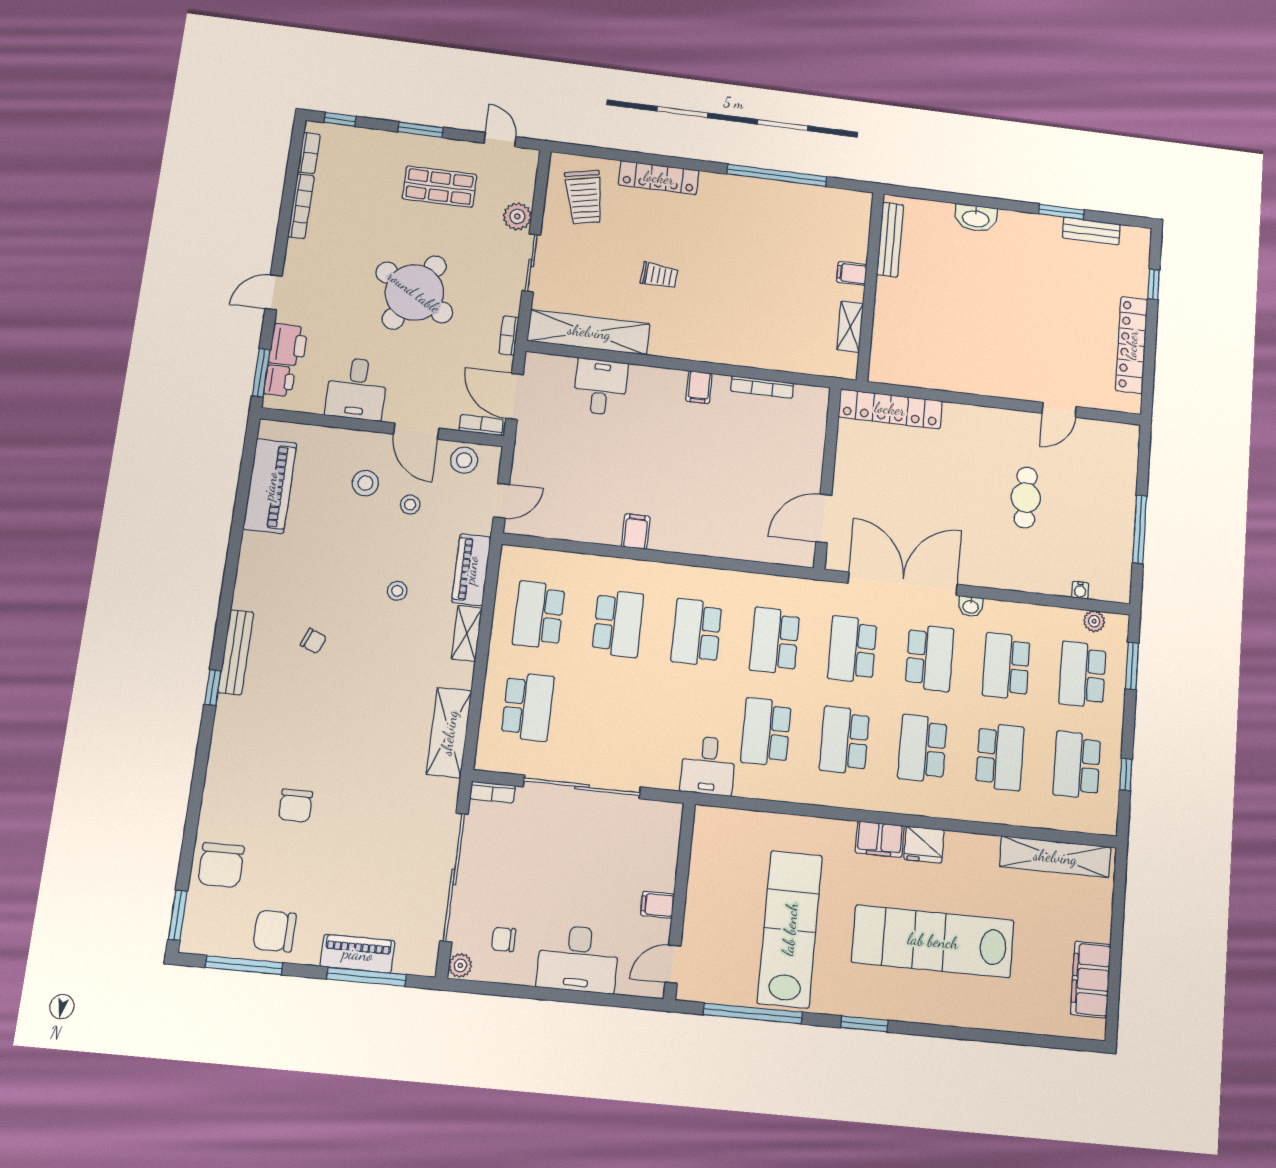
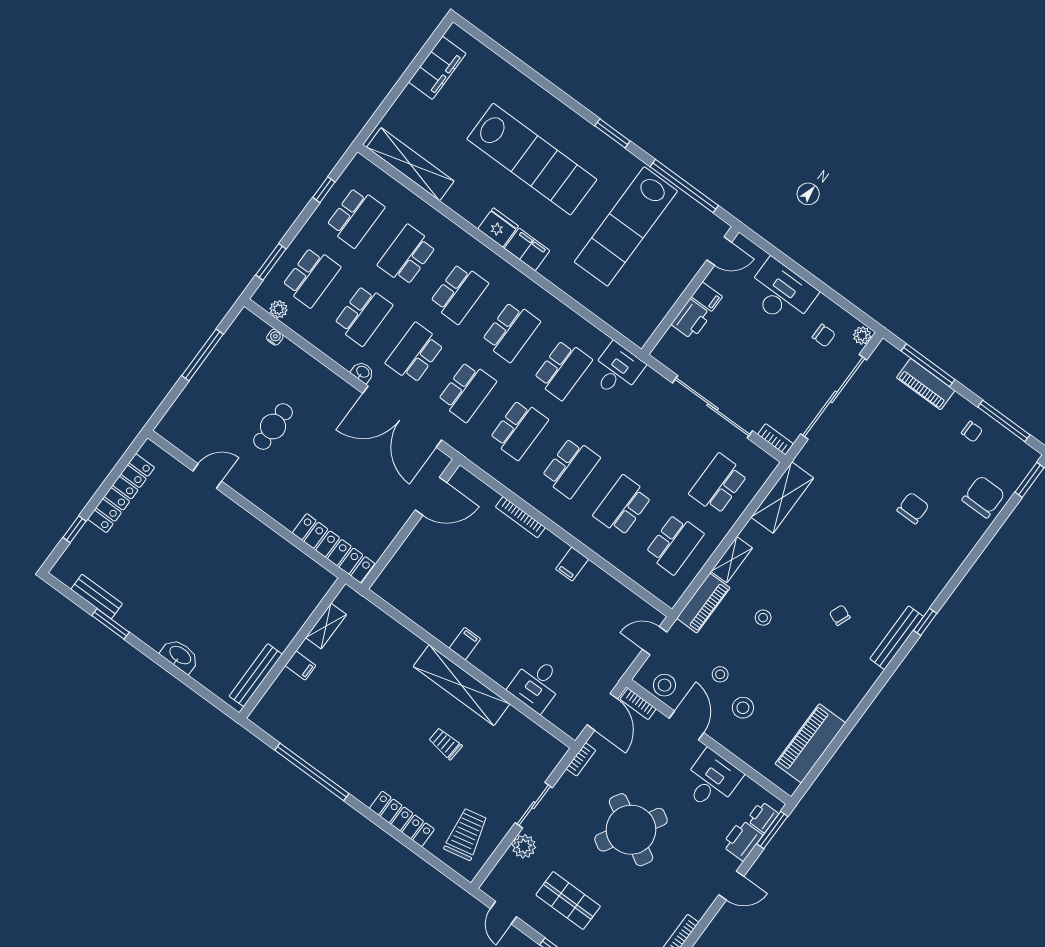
shelving: (589, 332) -> (461, 685), moved
bookcase: (762, 387) -> (520, 517), moved, turned 180
printer: (660, 869) -> (691, 319), added
chair: (275, 931) -> (972, 432), width x0.54, depth x0.54

